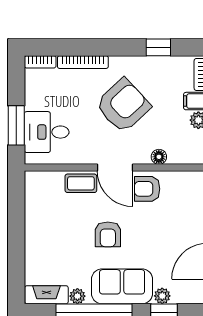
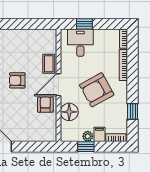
armchair: (123, 106) -> (97, 90), turned 104
window: (16, 125) -> (84, 24), width x0.67
floor lamp: (159, 157) -> (69, 112), width x1.89, depth x1.89

